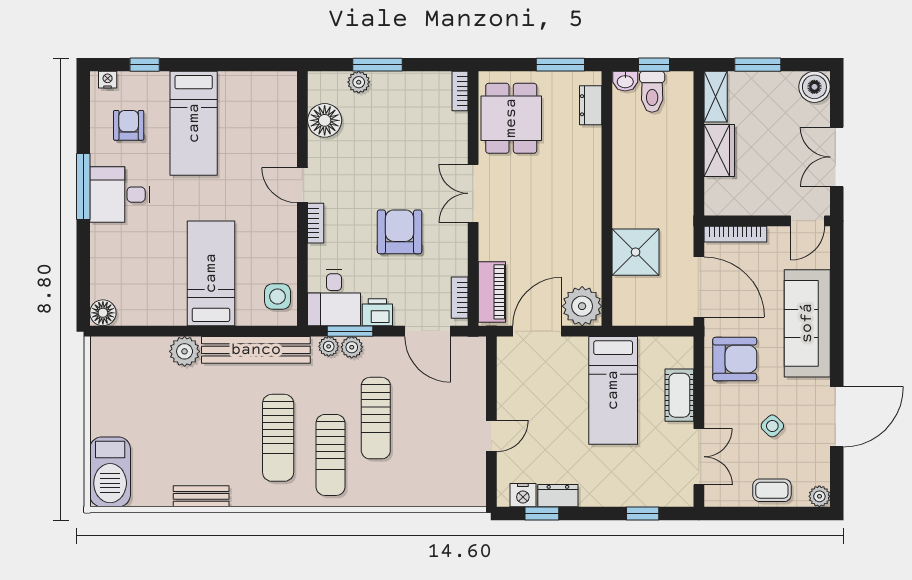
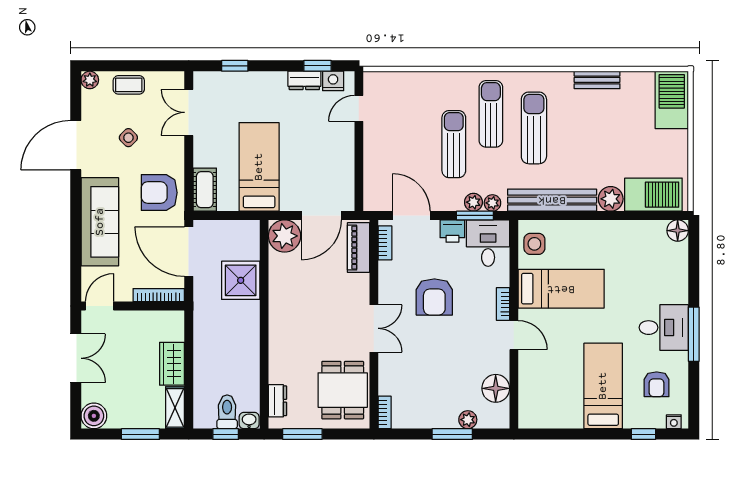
bed: (211, 273) -> (561, 289), moved, turned -90
barbecue: (132, 357) -> (653, 195), added
cot: (679, 395) -> (205, 190), moved
door: (491, 436) -> (359, 108), moved

